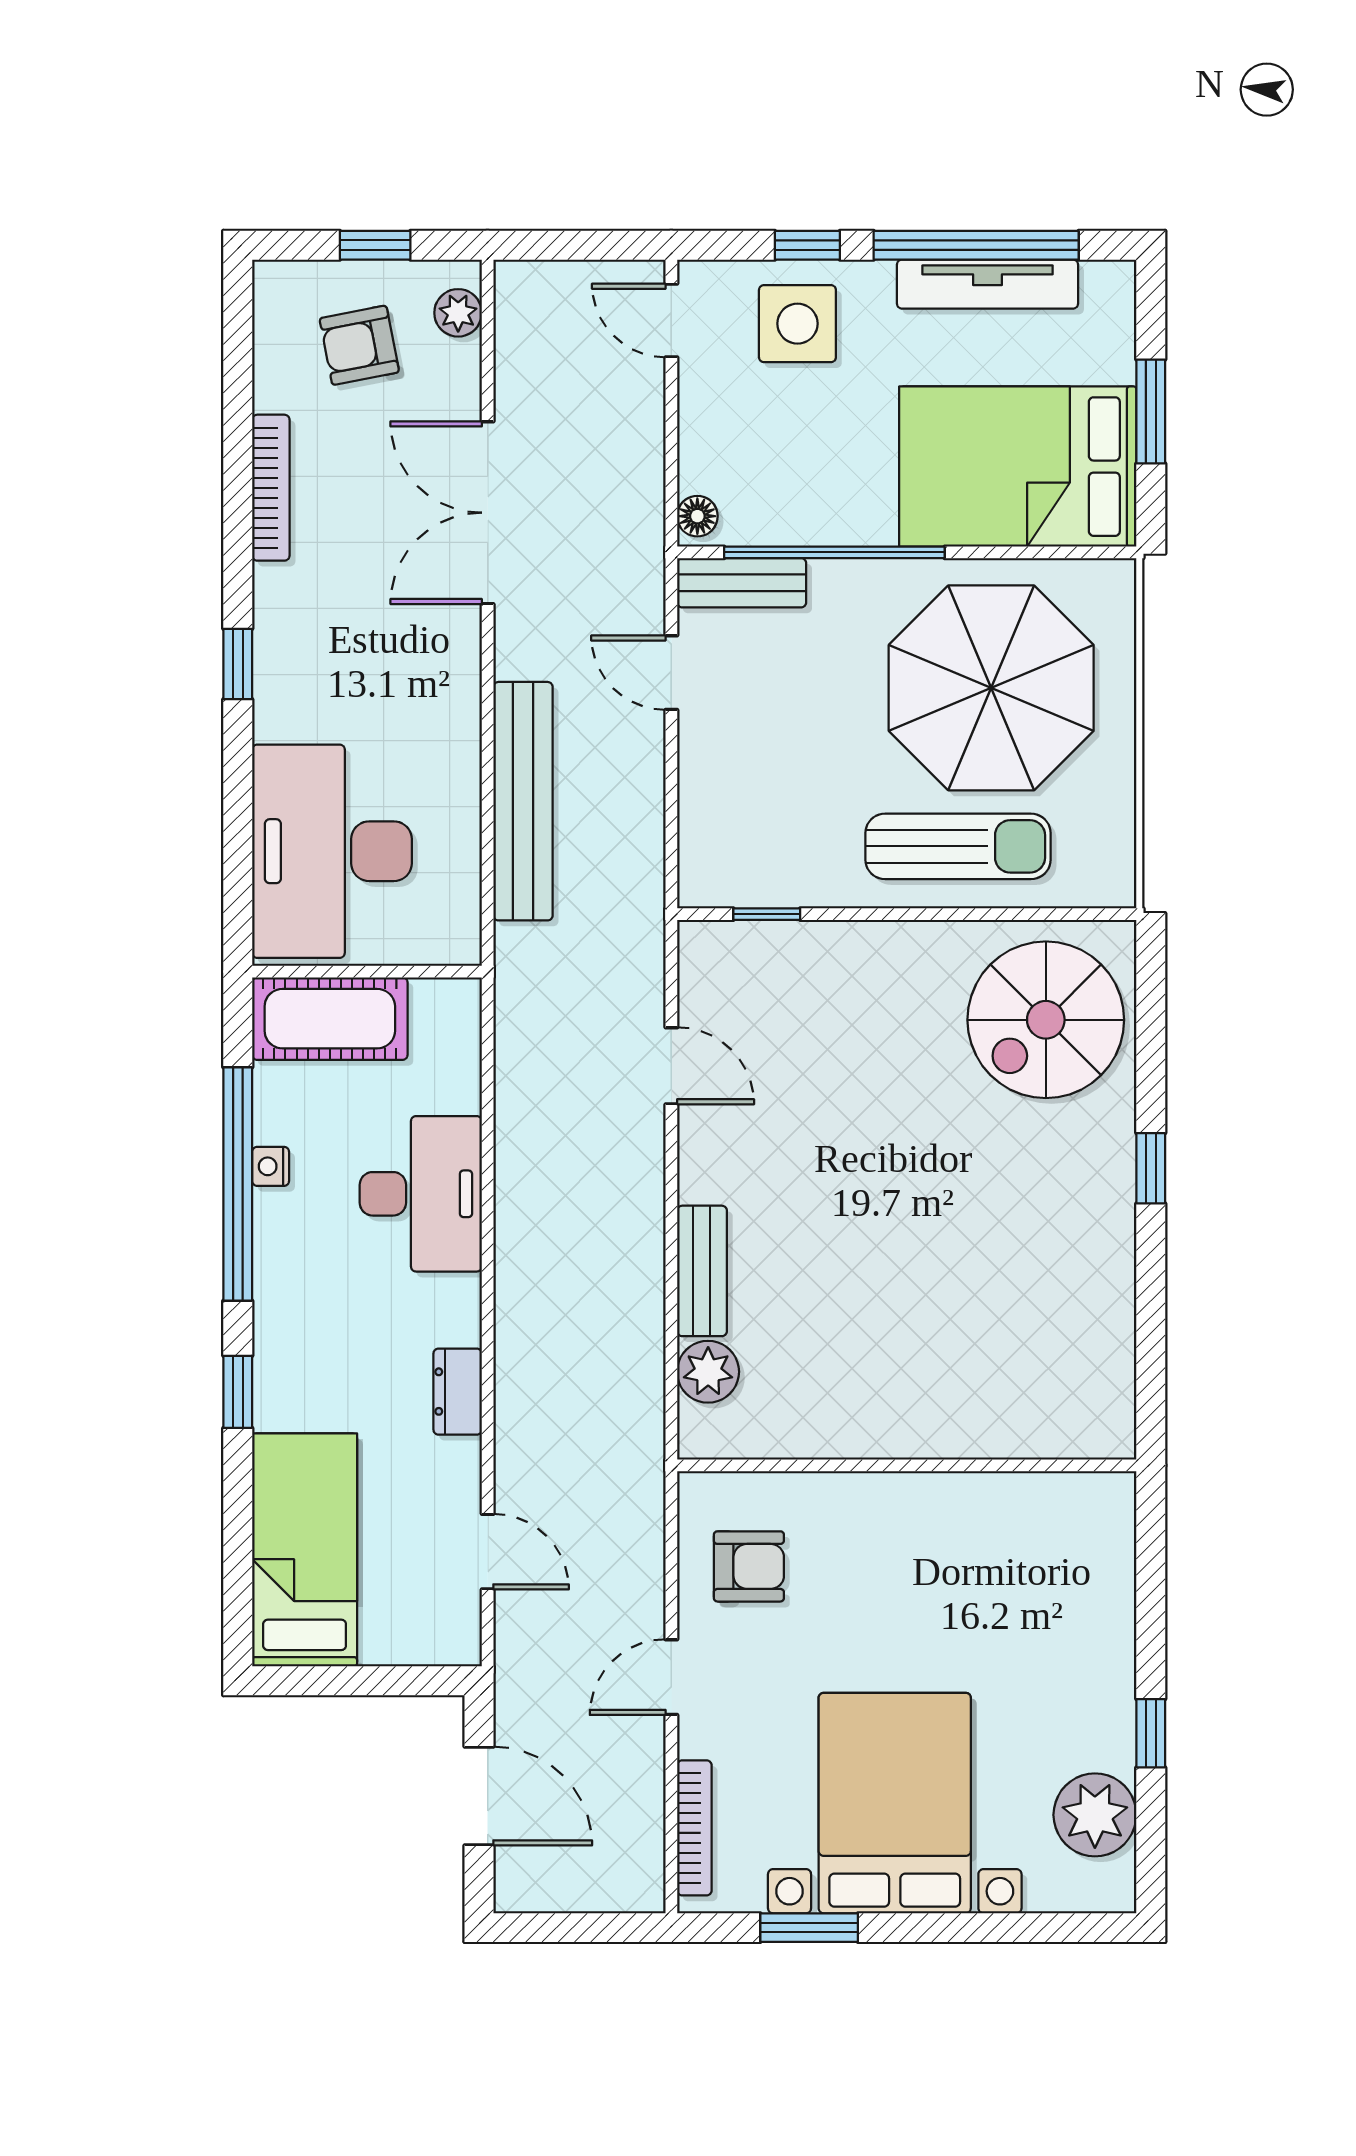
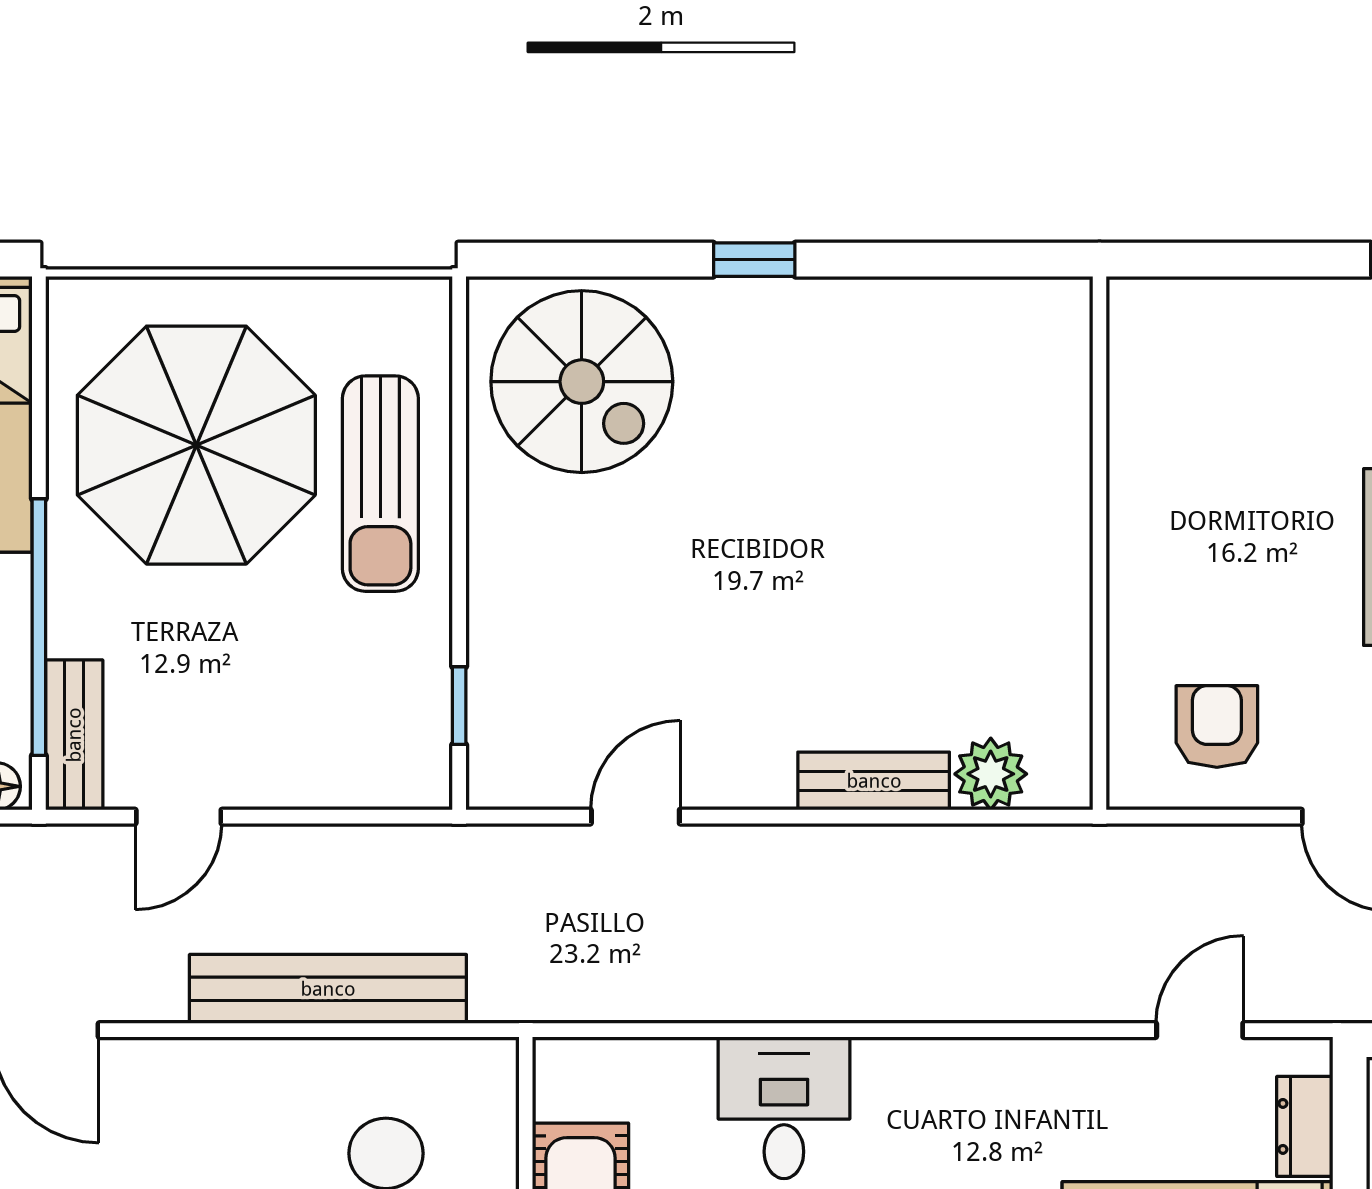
sun lounger: (958, 846) -> (380, 484), turned 180
desk: (421, 1194) -> (784, 1108), width x0.73
dresser: (458, 1392) -> (1305, 1126), moved, turned 90

